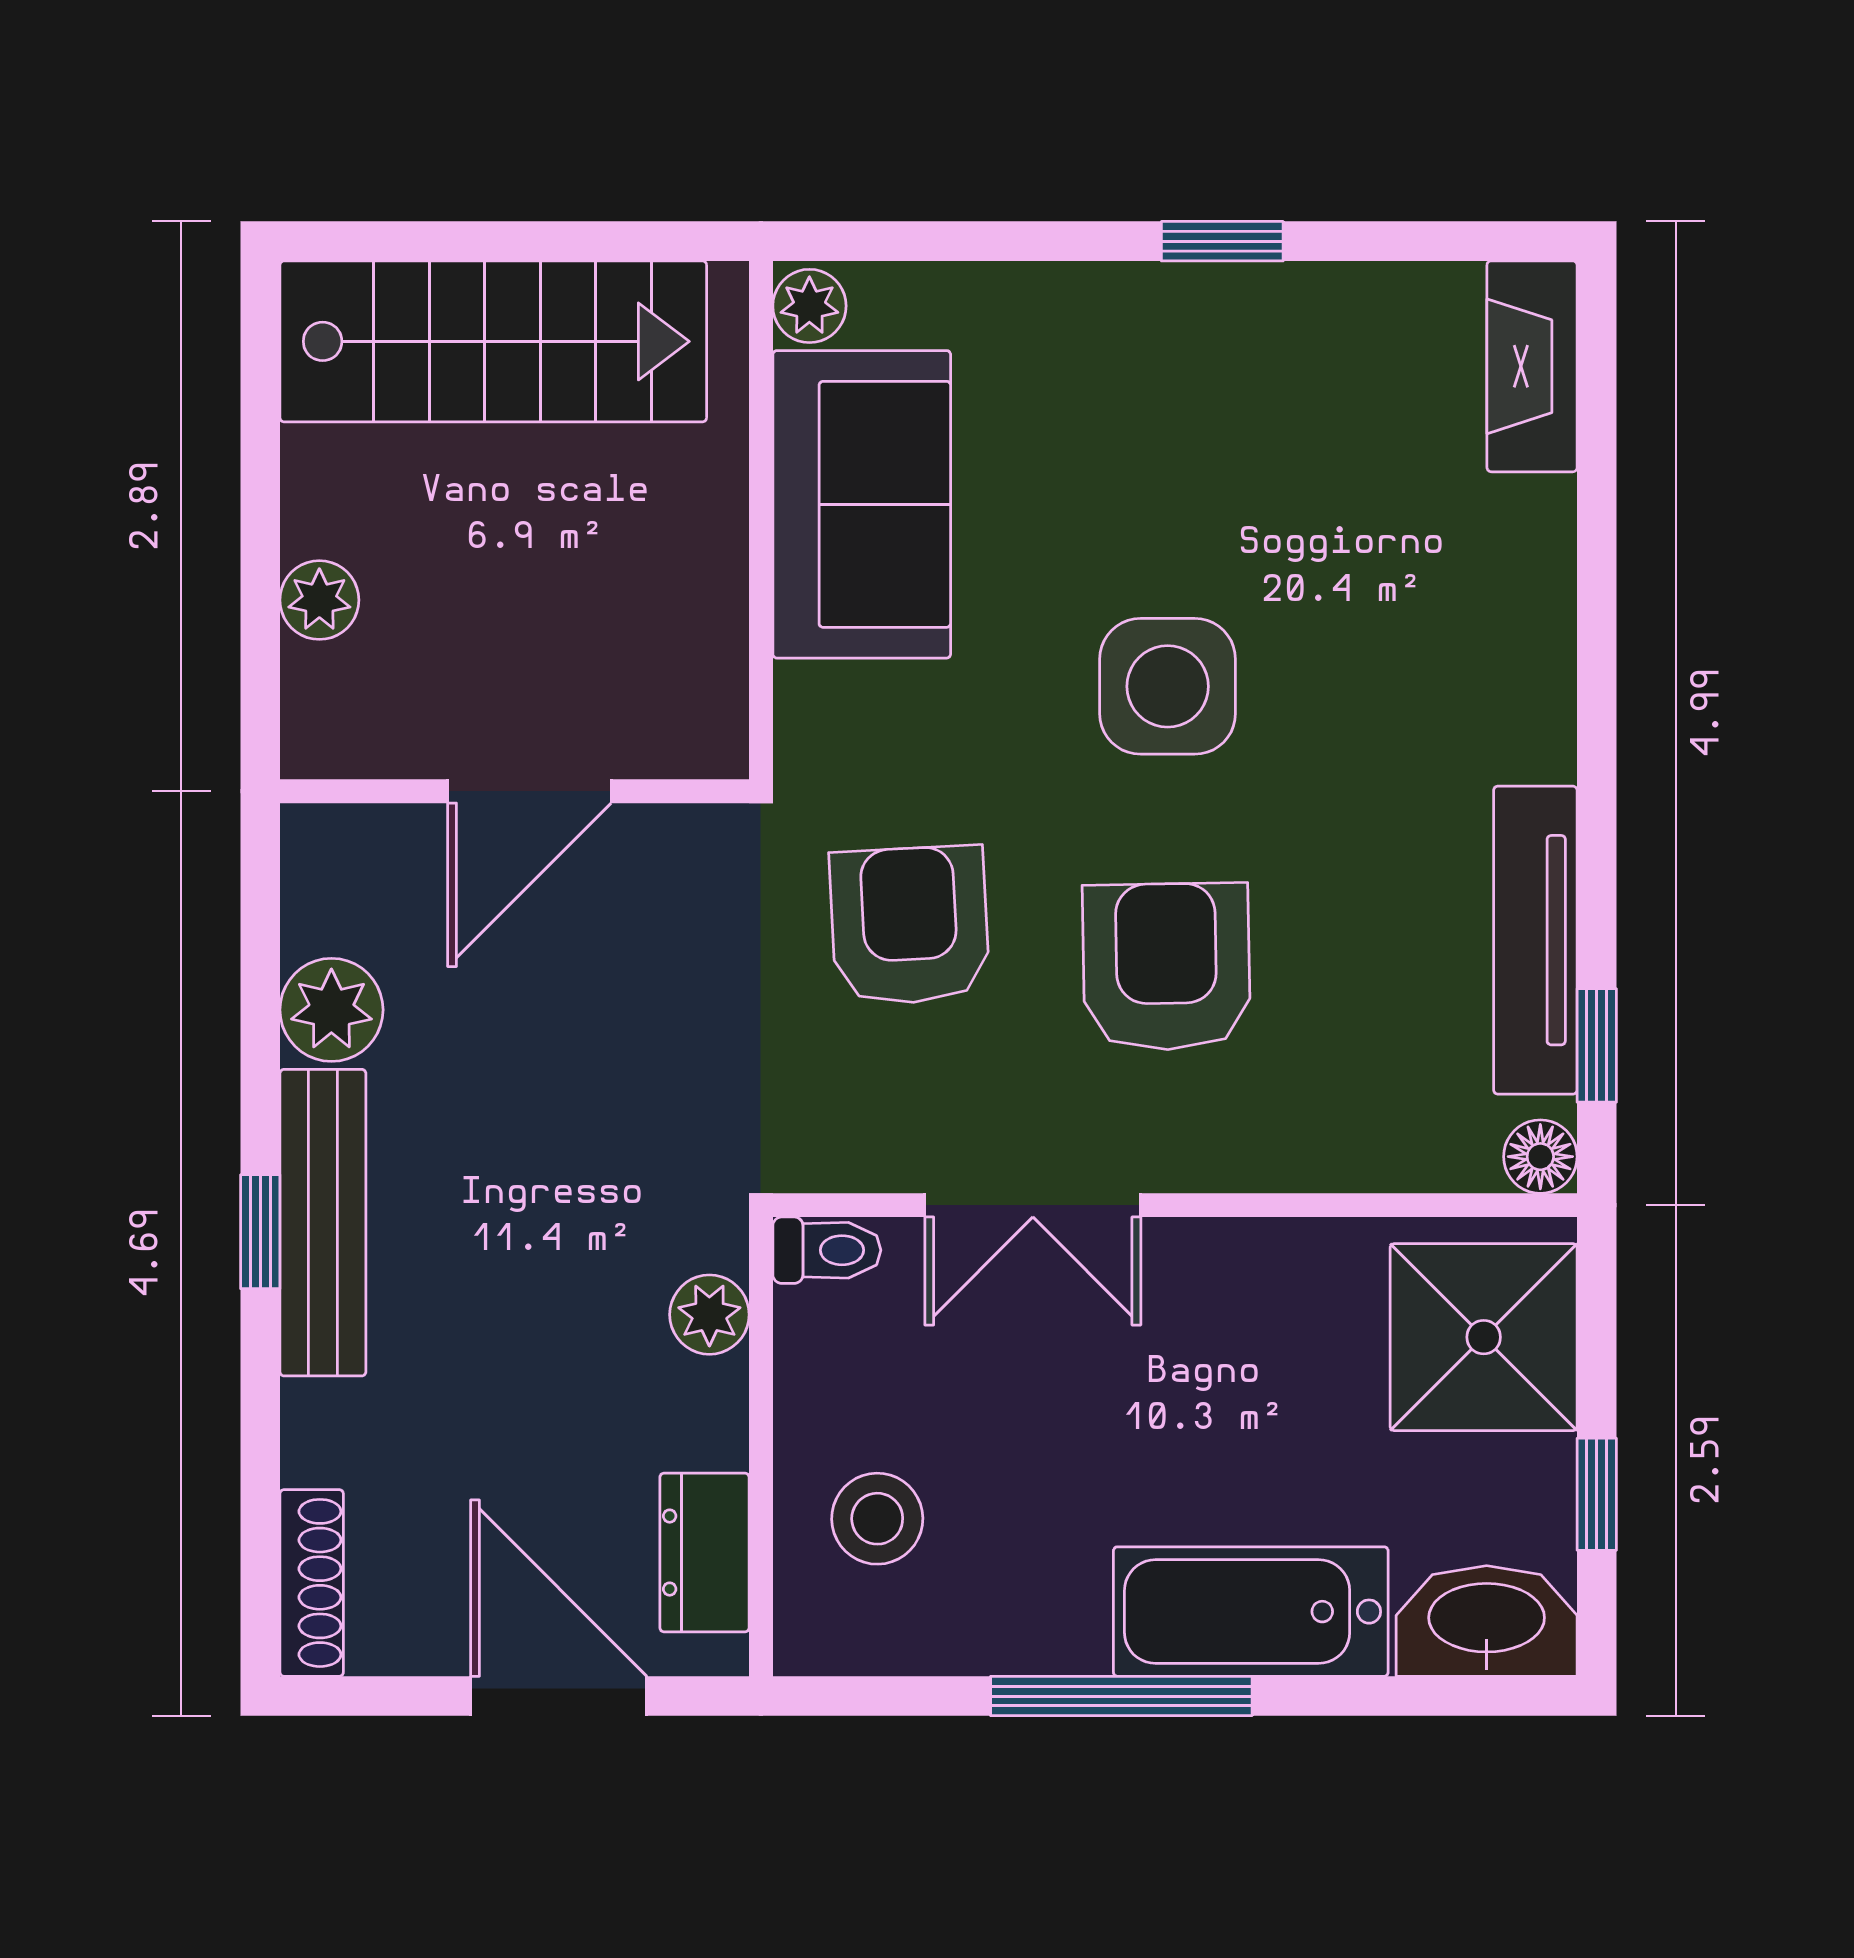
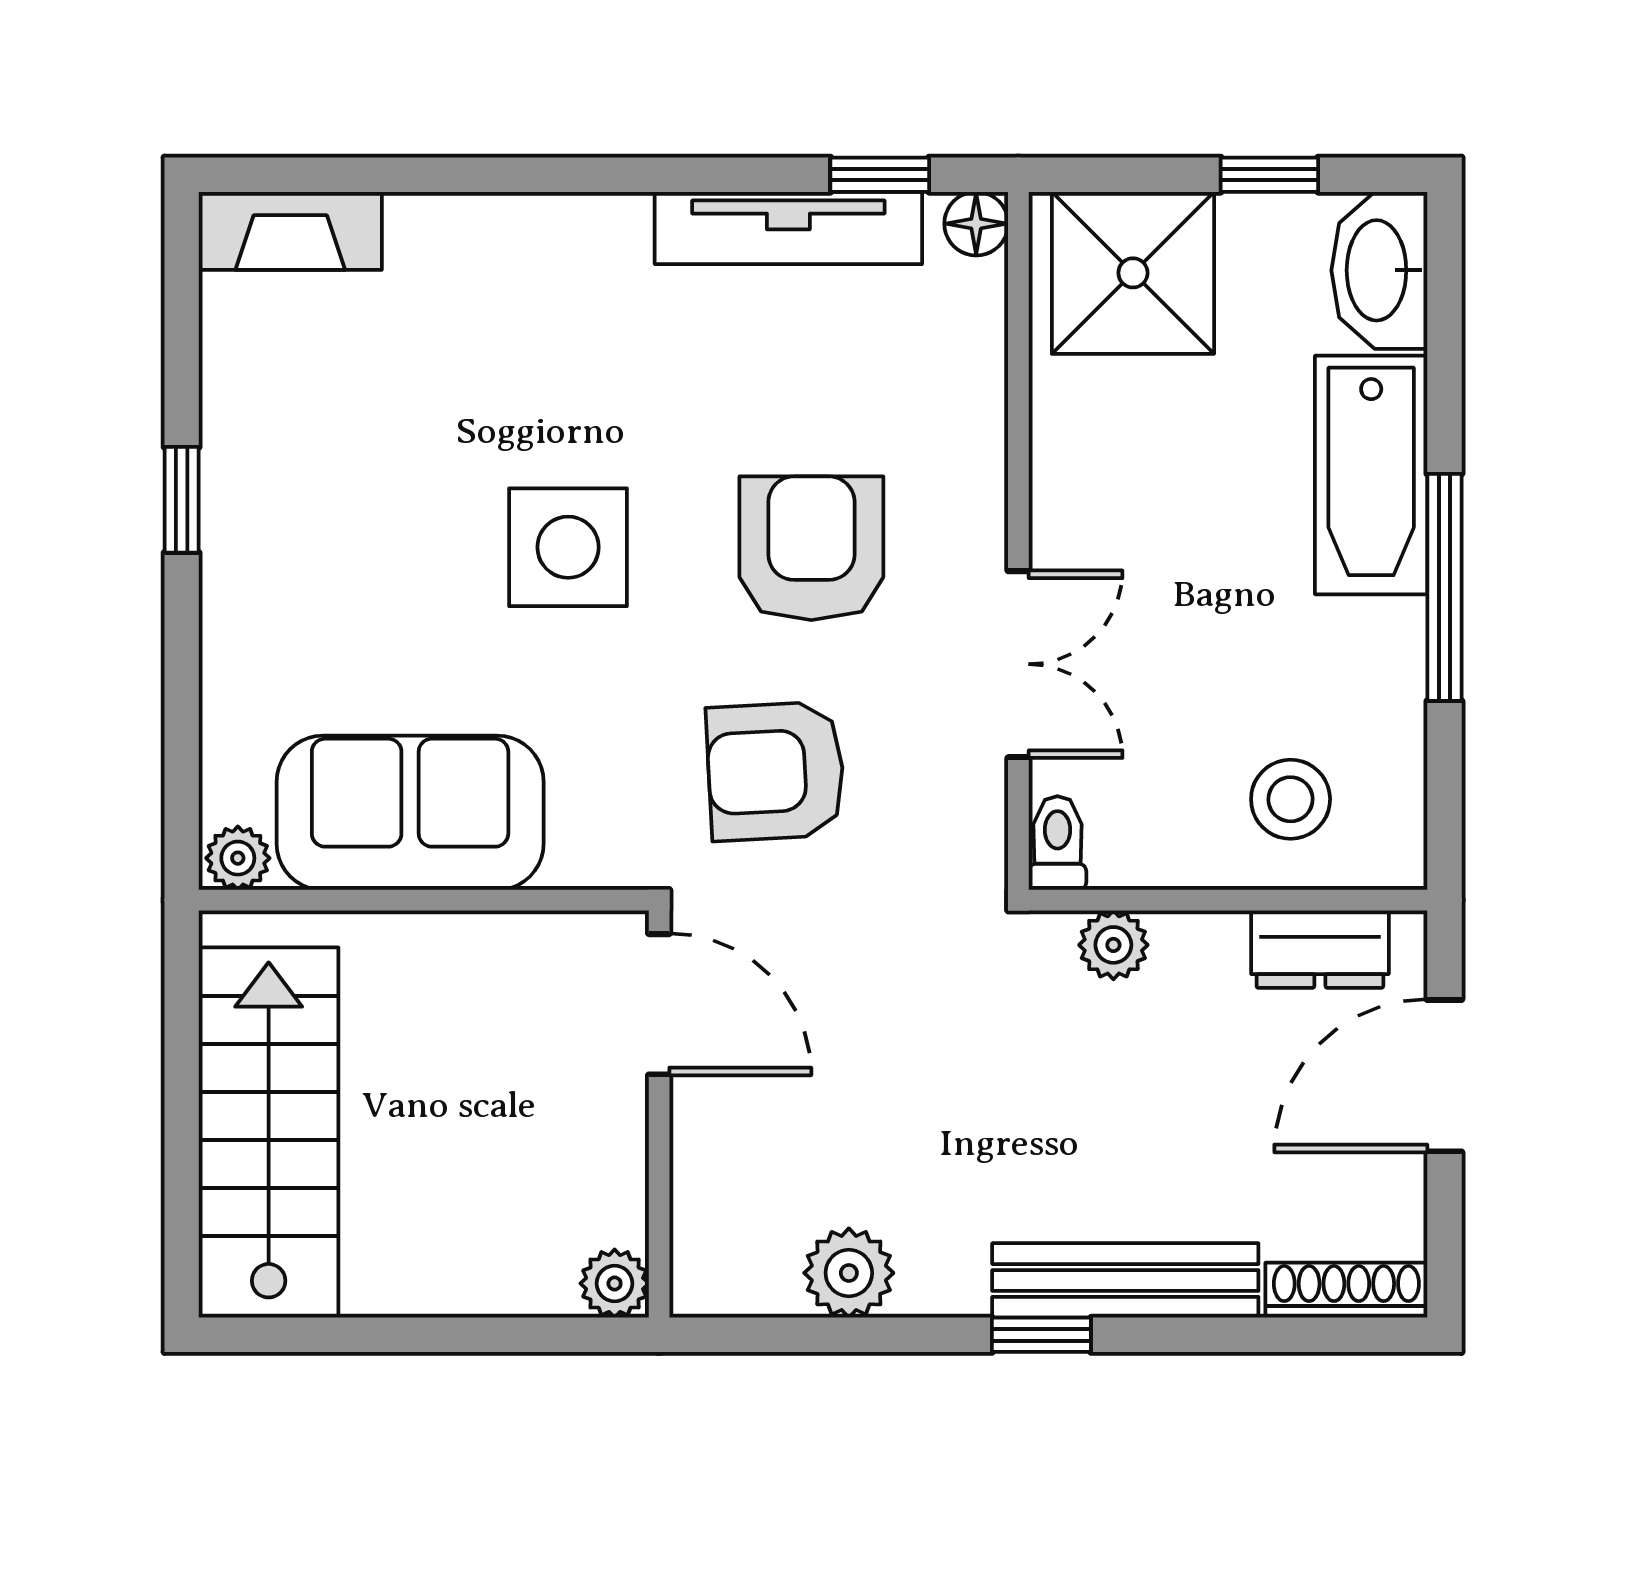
plant: (319, 600) -> (615, 1283), moved
door: (529, 791) -> (659, 1004), moved
armchair: (1166, 967) -> (811, 548), turned 91
bench: (323, 1223) -> (1125, 1280), moved

